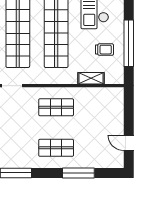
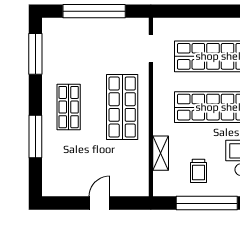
shop shelf: (56, 107) -> (122, 107), width x1.43, depth x1.36
door: (129, 143) -> (99, 203), moved

